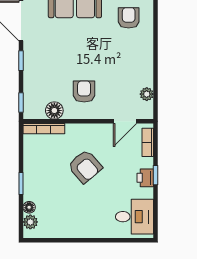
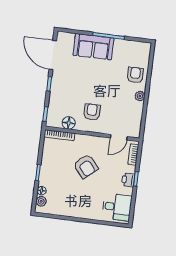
armchair: (129, 18) -> (135, 75), moved
plant: (147, 94) -> (140, 96), moved

